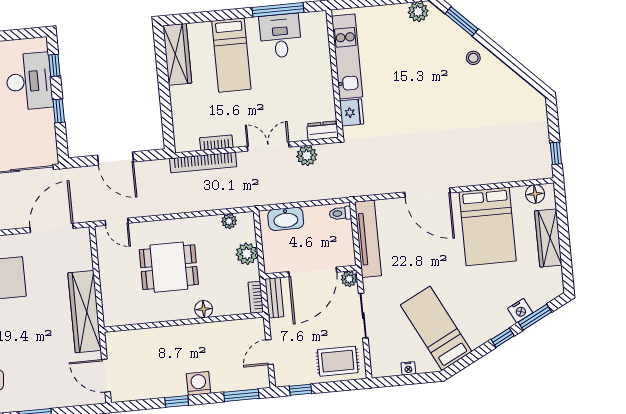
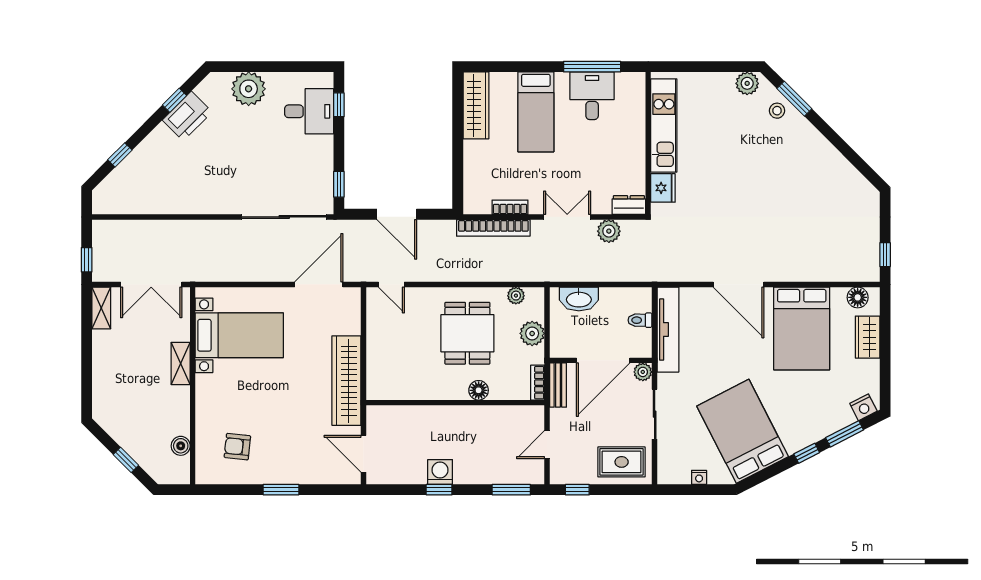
stool: (473, 58) -> (777, 111), moved
desk: (29, 81) -> (309, 111), width x0.73
window: (59, 111) -> (339, 184), moved
toilet: (340, 213) -> (640, 320), moved
wardrobe: (548, 238) -> (868, 337), width x0.67
dining table: (169, 267) -> (467, 333), moved, turned 90
nightstand: (520, 311) -> (863, 407), moved
bed: (436, 328) -> (743, 431), width x1.50
washing machine: (199, 383) -> (440, 472), moved

